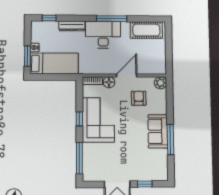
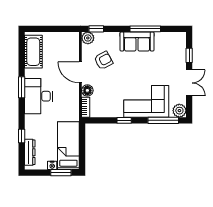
window: (49, 18) -> (22, 136), moved
window: (112, 19) -> (22, 87), width x0.69
dresser: (72, 26) -> (30, 152), moved
window: (170, 91) -> (96, 29), added
armchair: (139, 98) -> (103, 60), turned 152
corner sofa: (98, 120) -> (146, 101), moved
plant: (89, 175) -> (179, 111), added

